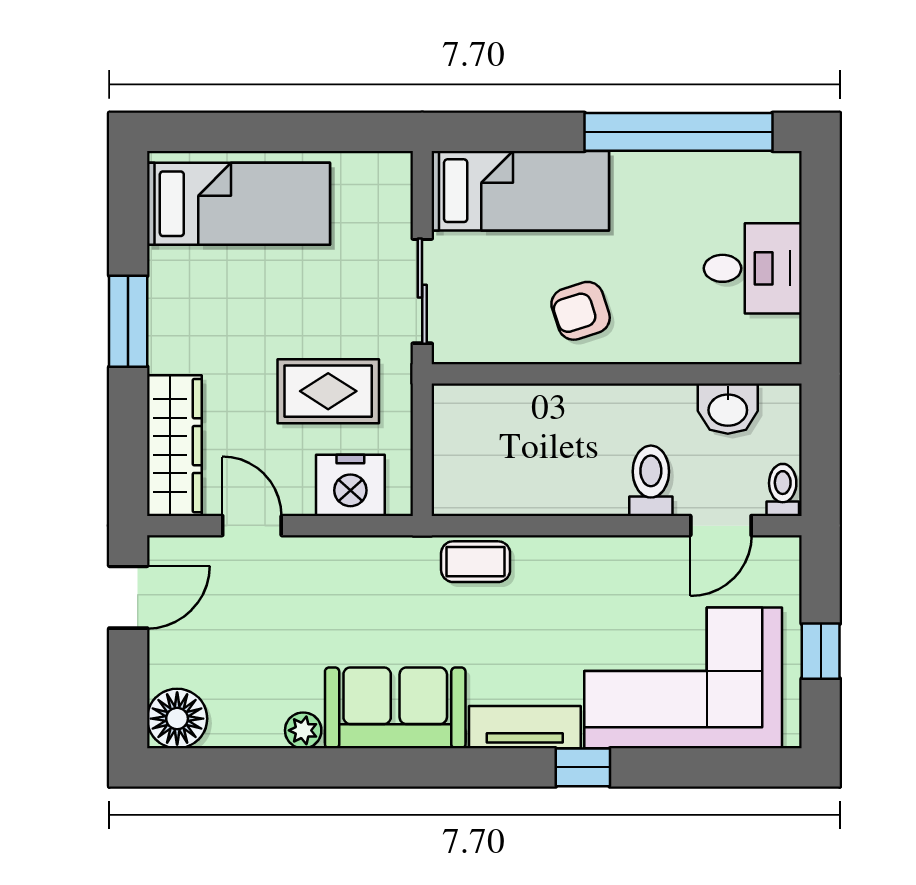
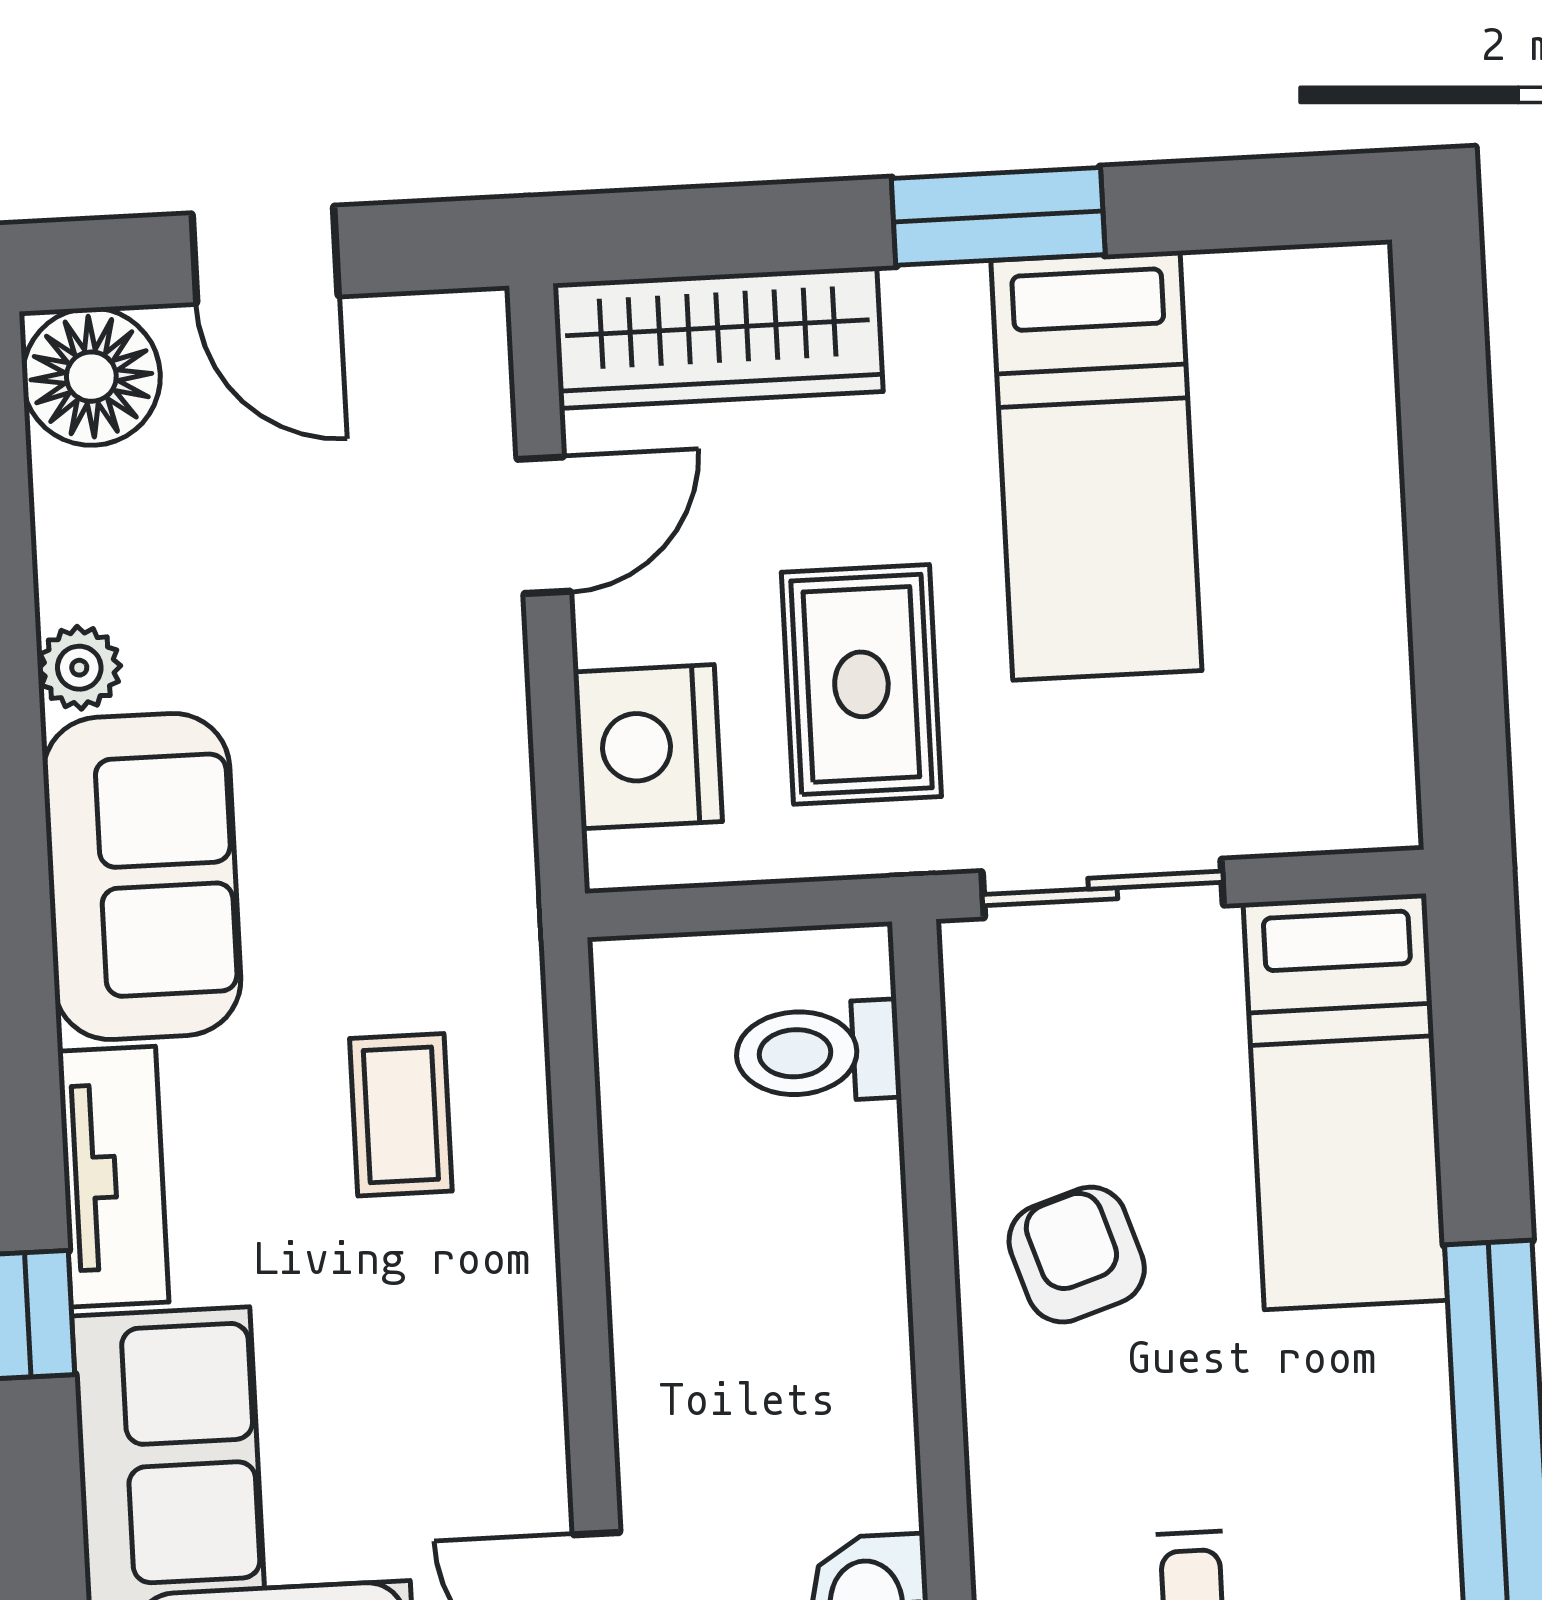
bed: (239, 204) -> (1096, 466), moved
toilet: (651, 481) -> (818, 1052), moved, turned 180
coffee table: (476, 562) -> (401, 1115), moved
door: (128, 597) -> (265, 255), moved

